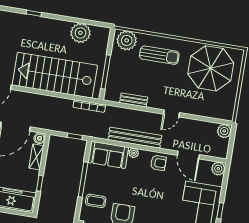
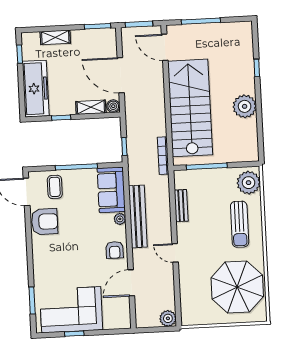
plant: (80, 33) -> (245, 106), moved
plant: (218, 169) -> (123, 321), removed

